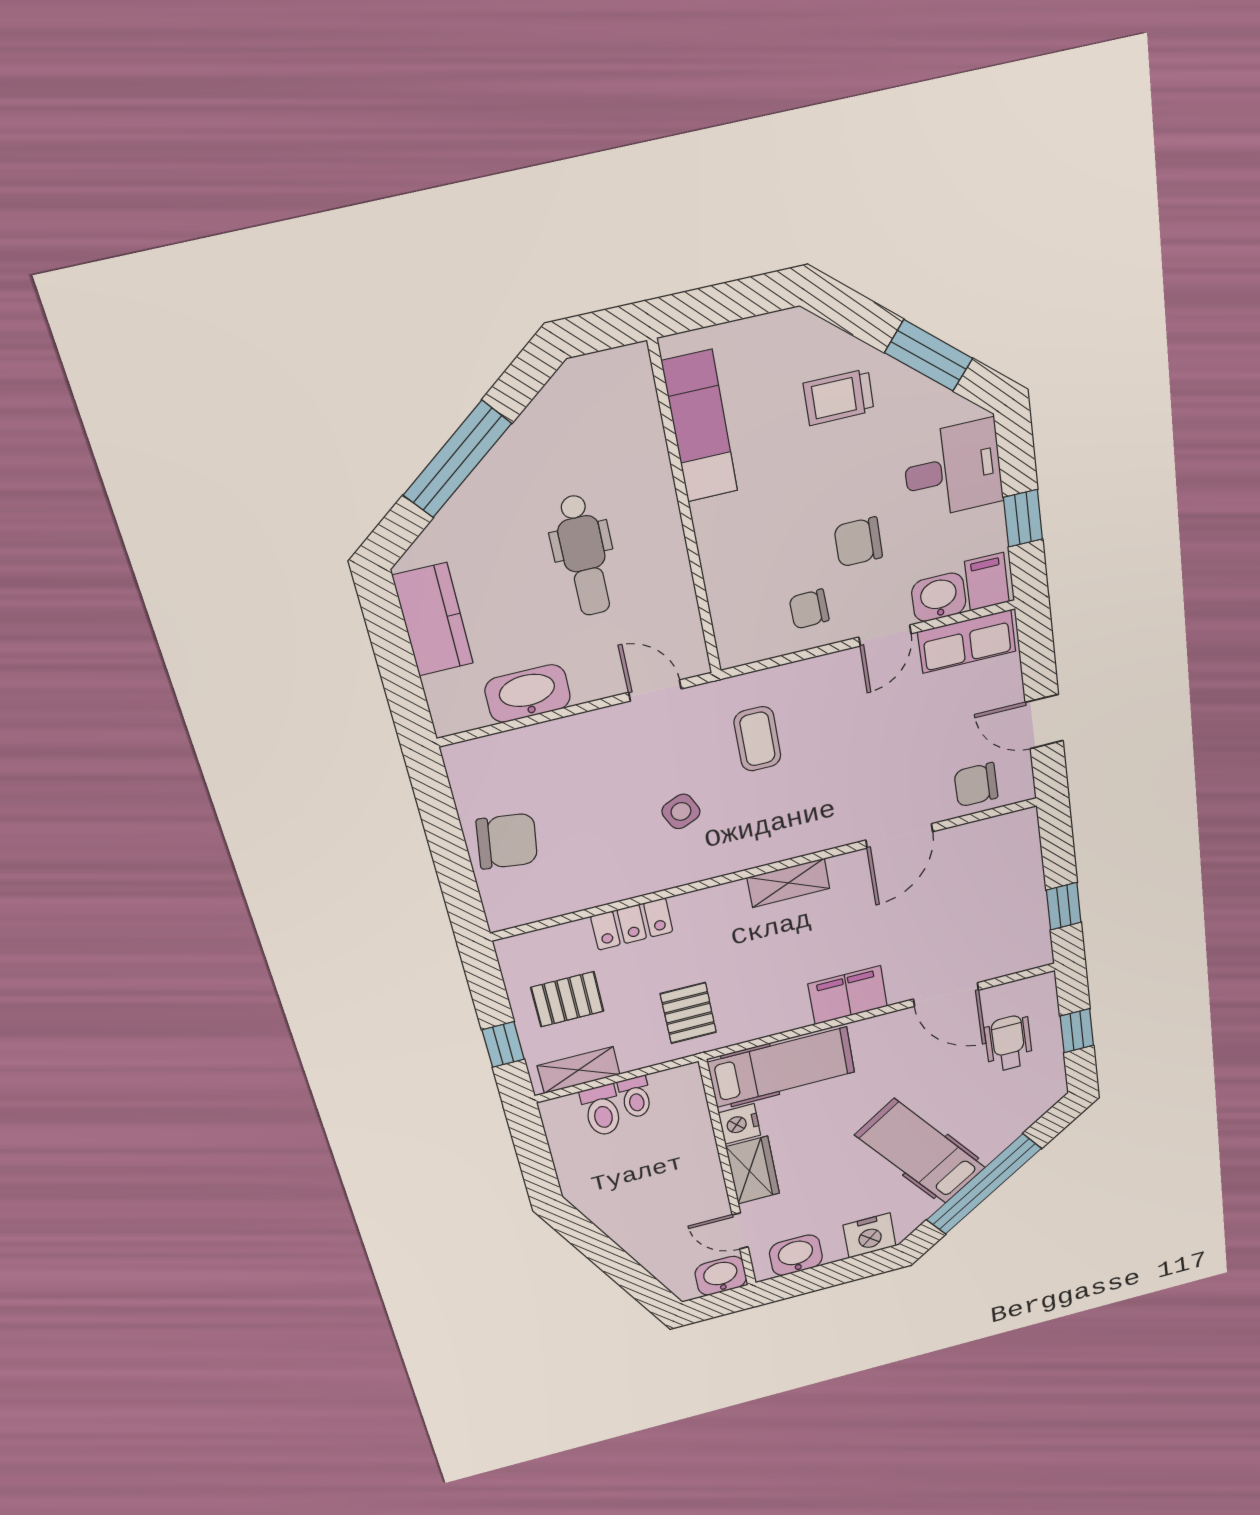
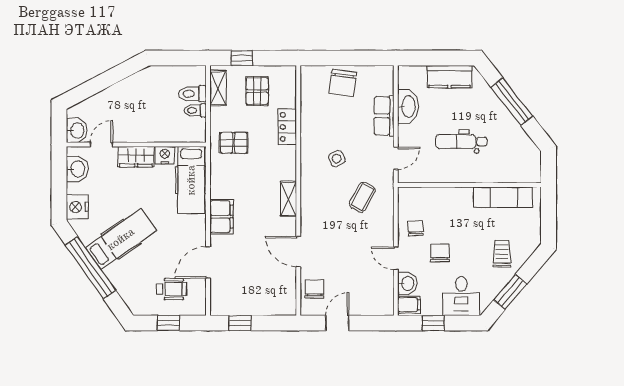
row of seats: (967, 641) -> (384, 116), moved
coffee table: (757, 739) -> (362, 197), turned -61

